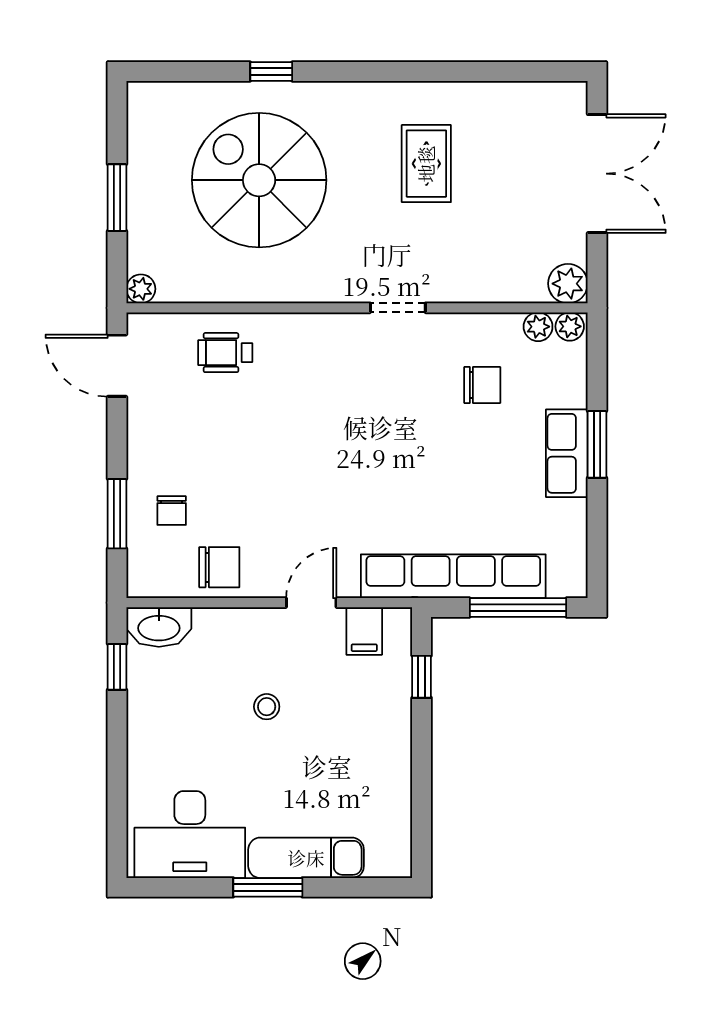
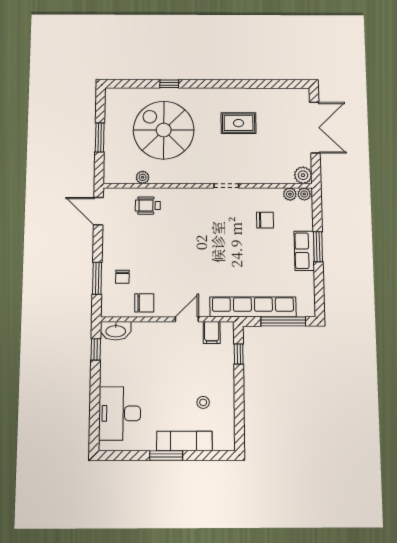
rug: (426, 164) -> (239, 123), turned 90
plant: (141, 289) -> (143, 177), moved
stool: (267, 707) -> (203, 402), moved
desk: (190, 835) -> (120, 413), moved, turned 90

